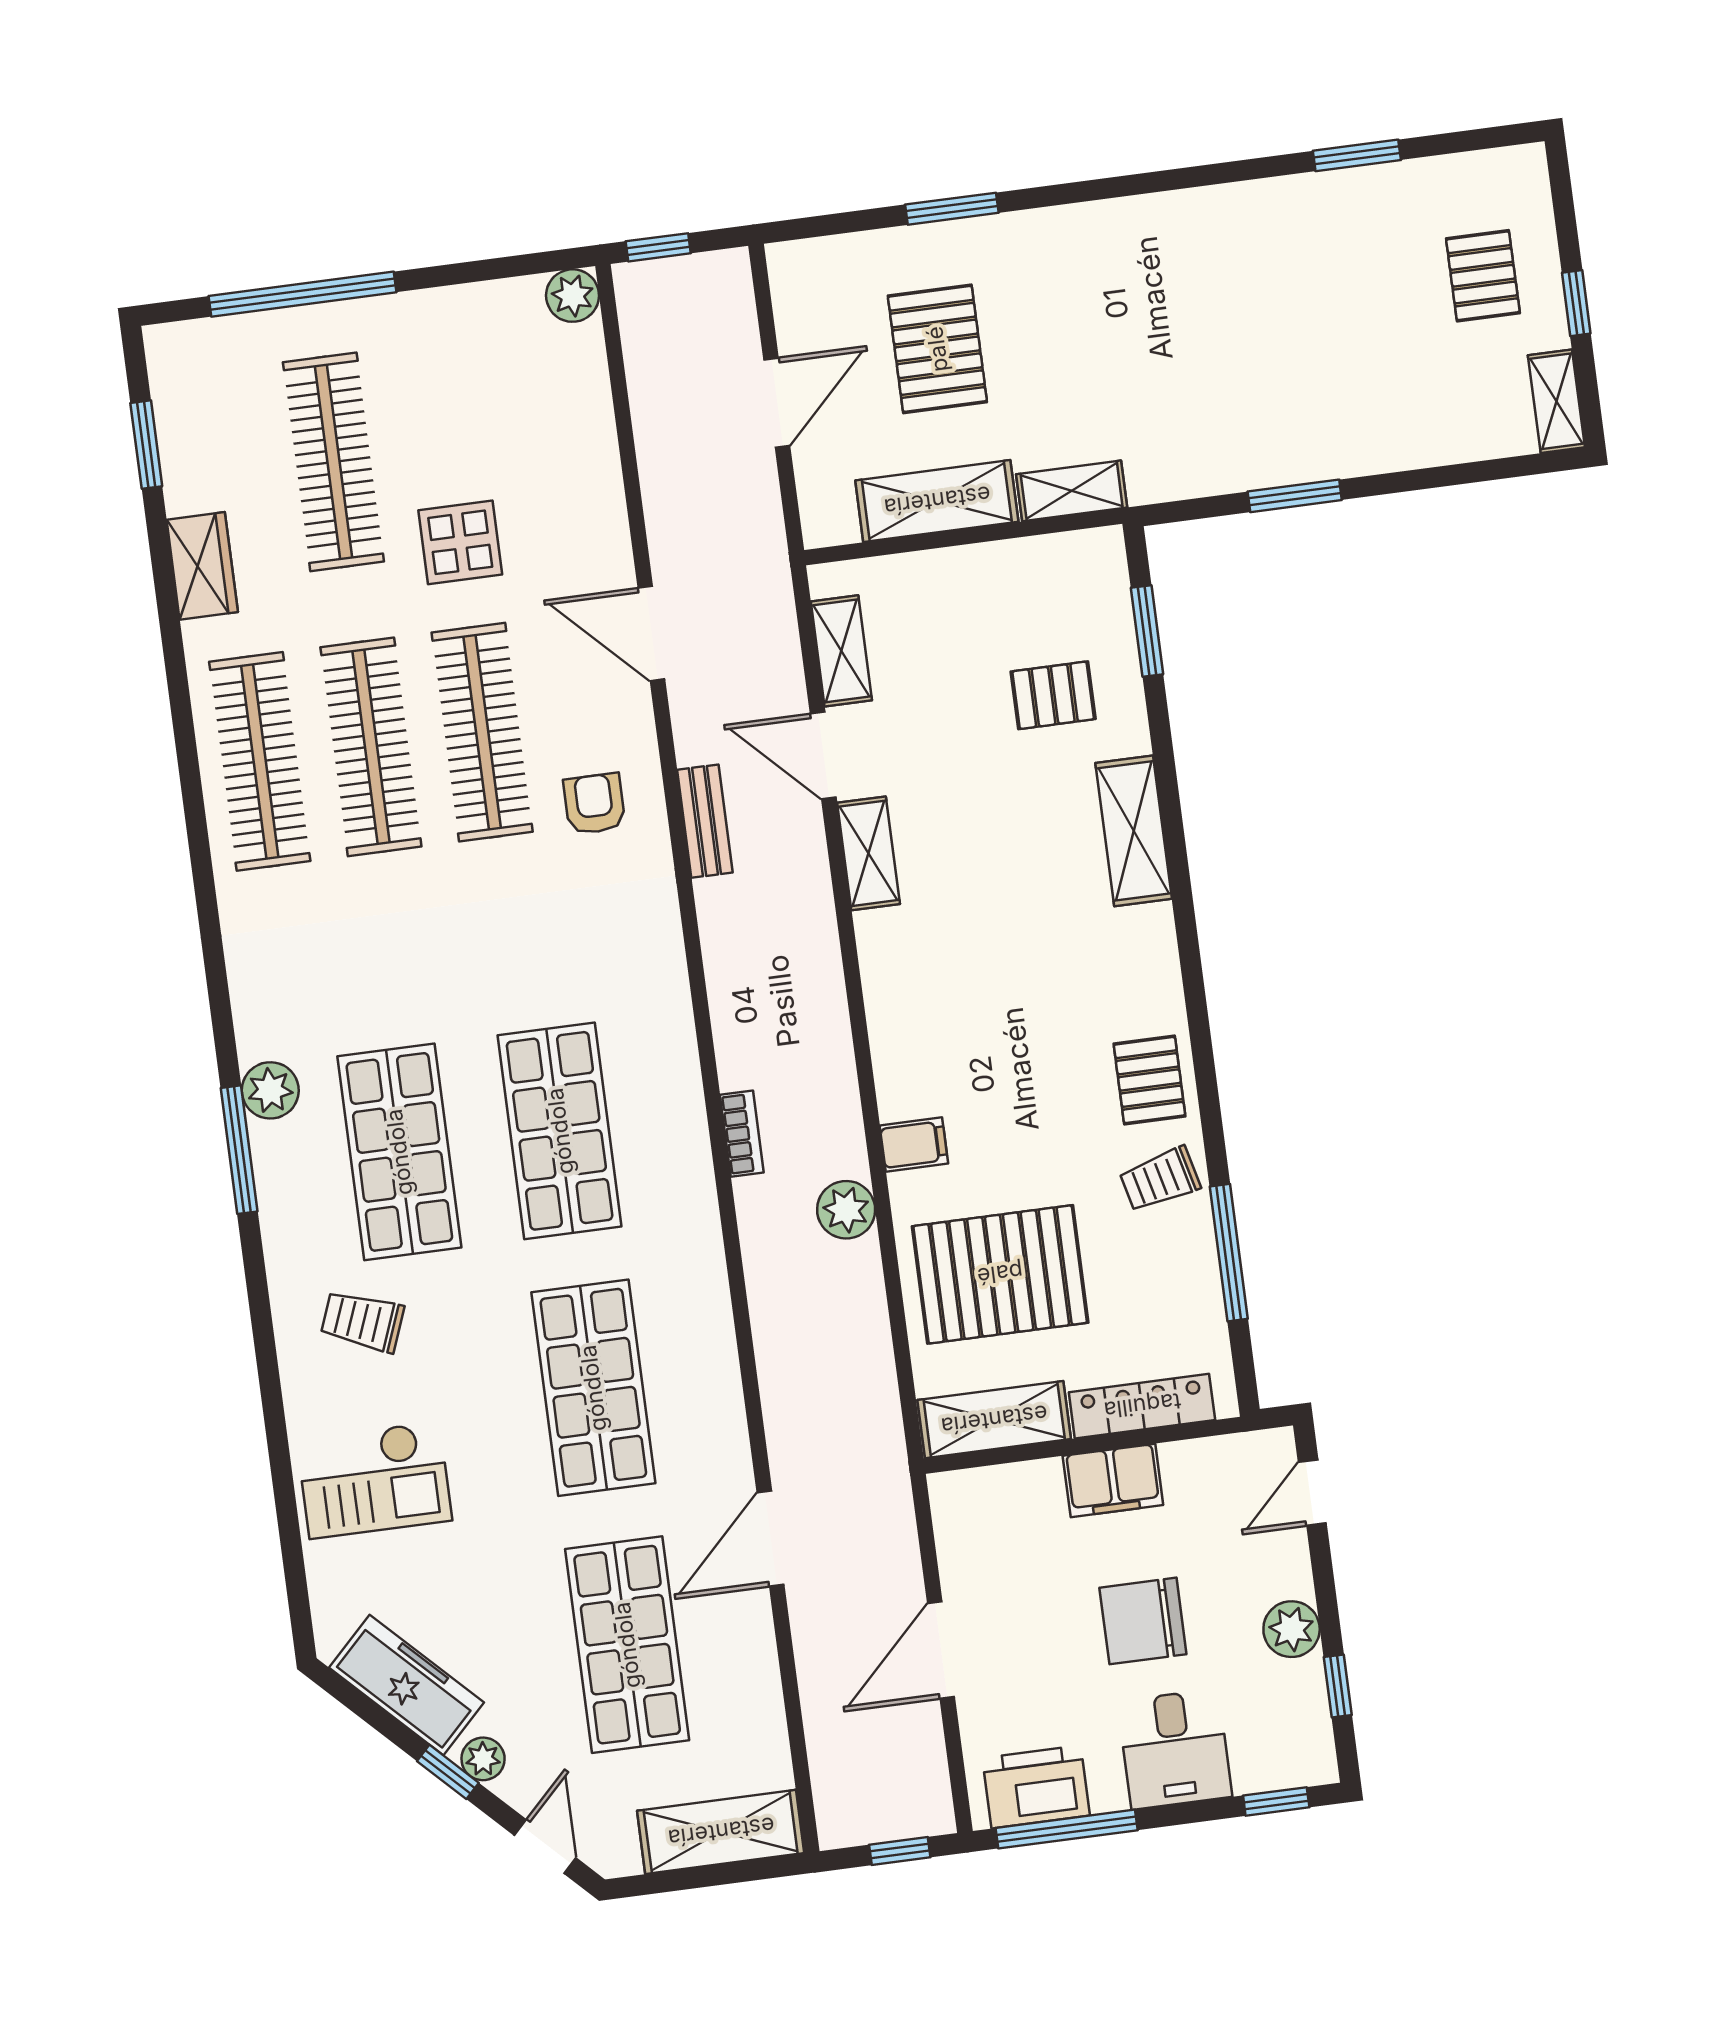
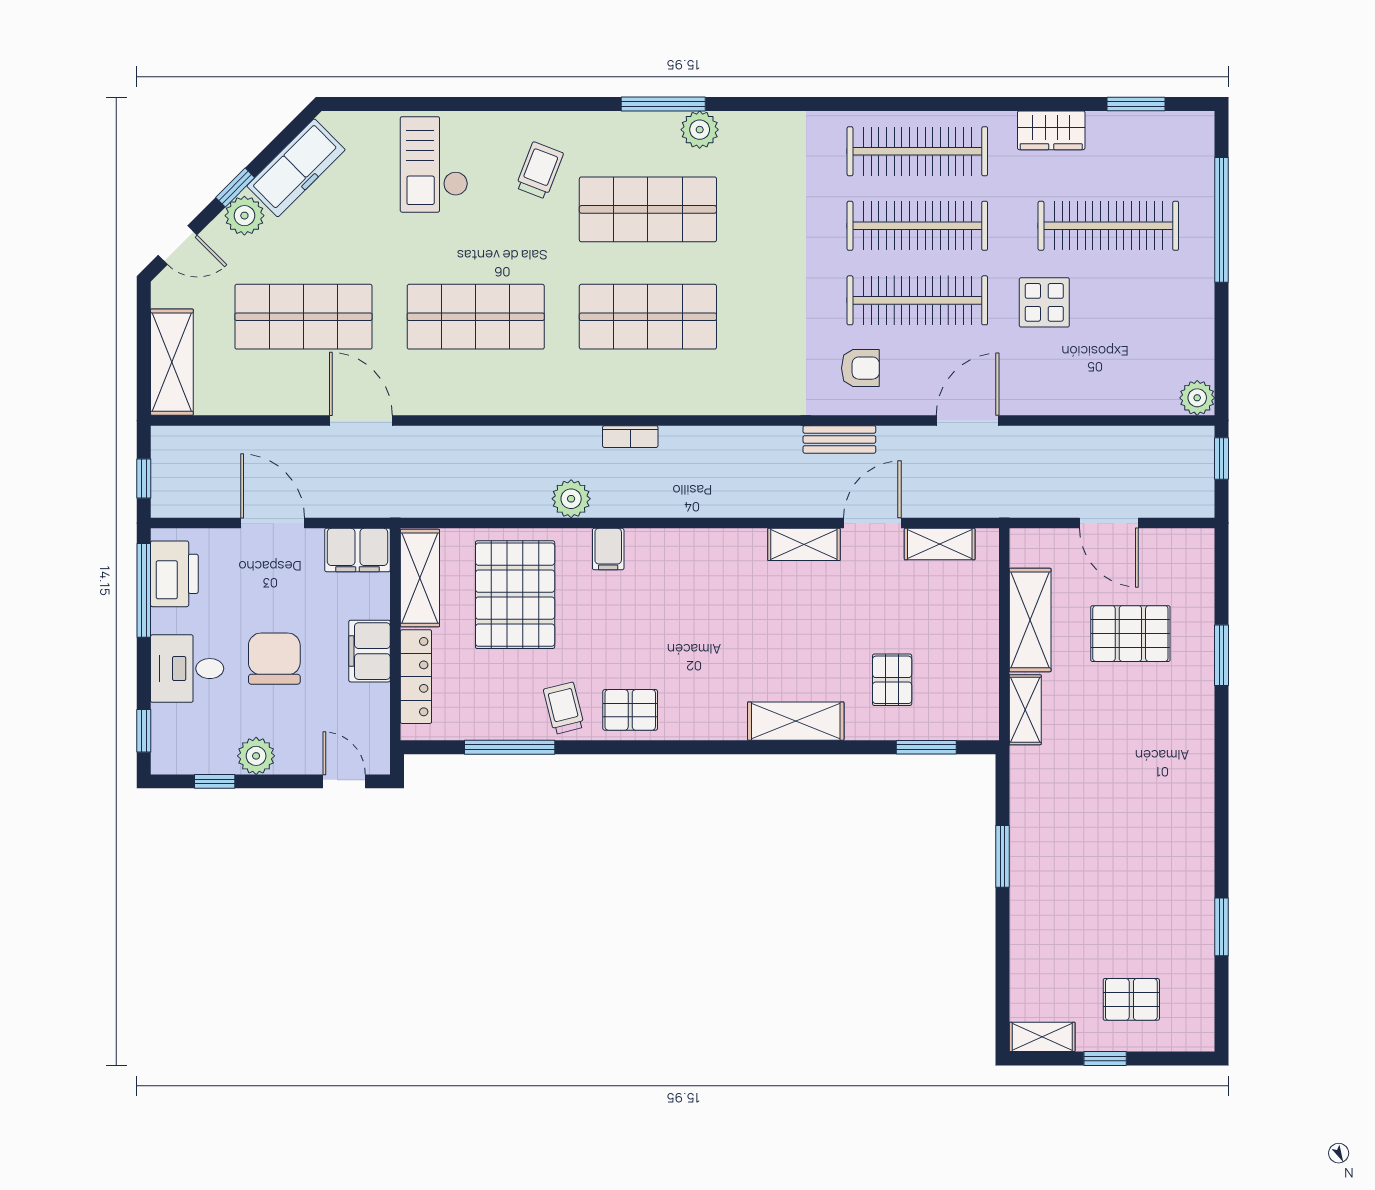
filing cabinet: (965, 1518) -> (357, 550), added
plant: (483, 1759) -> (244, 216), width x1.38, depth x1.38

